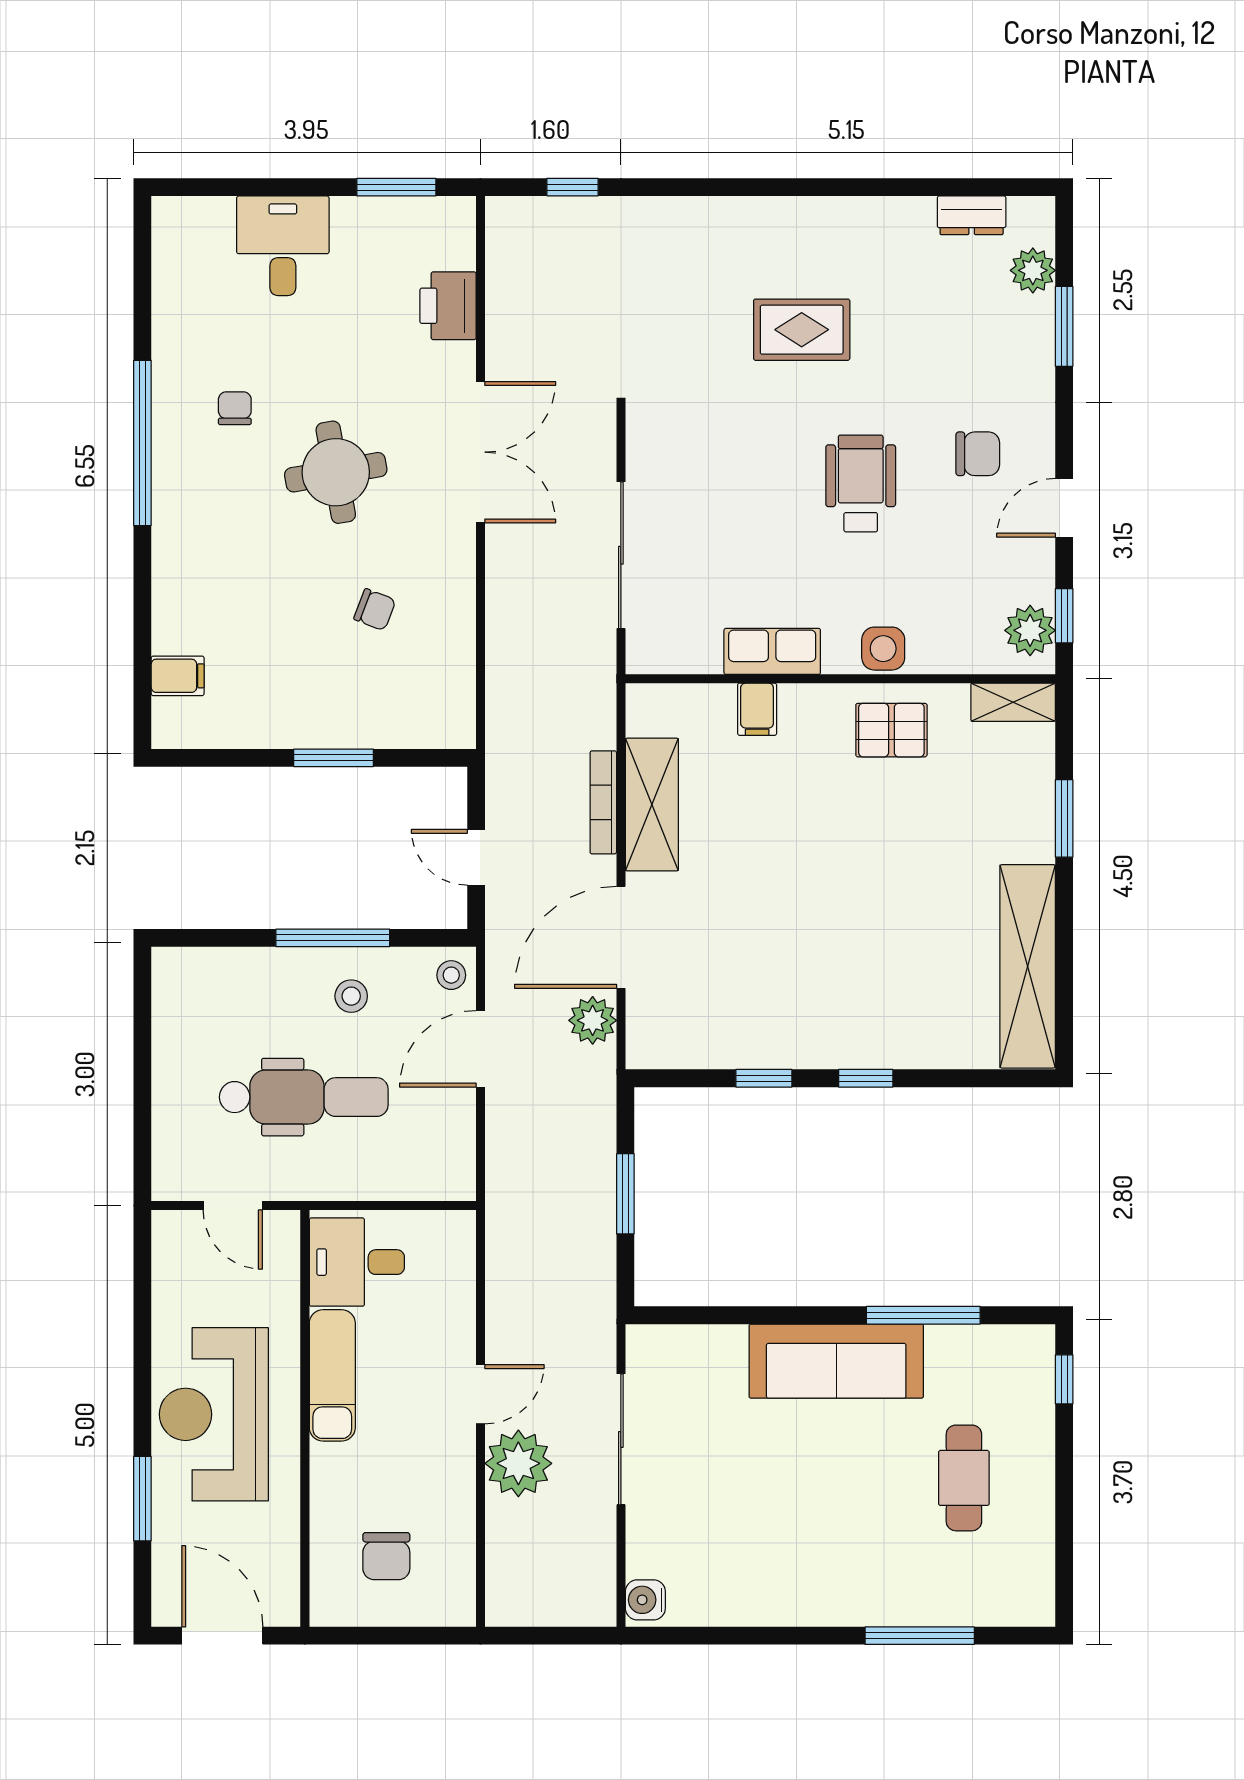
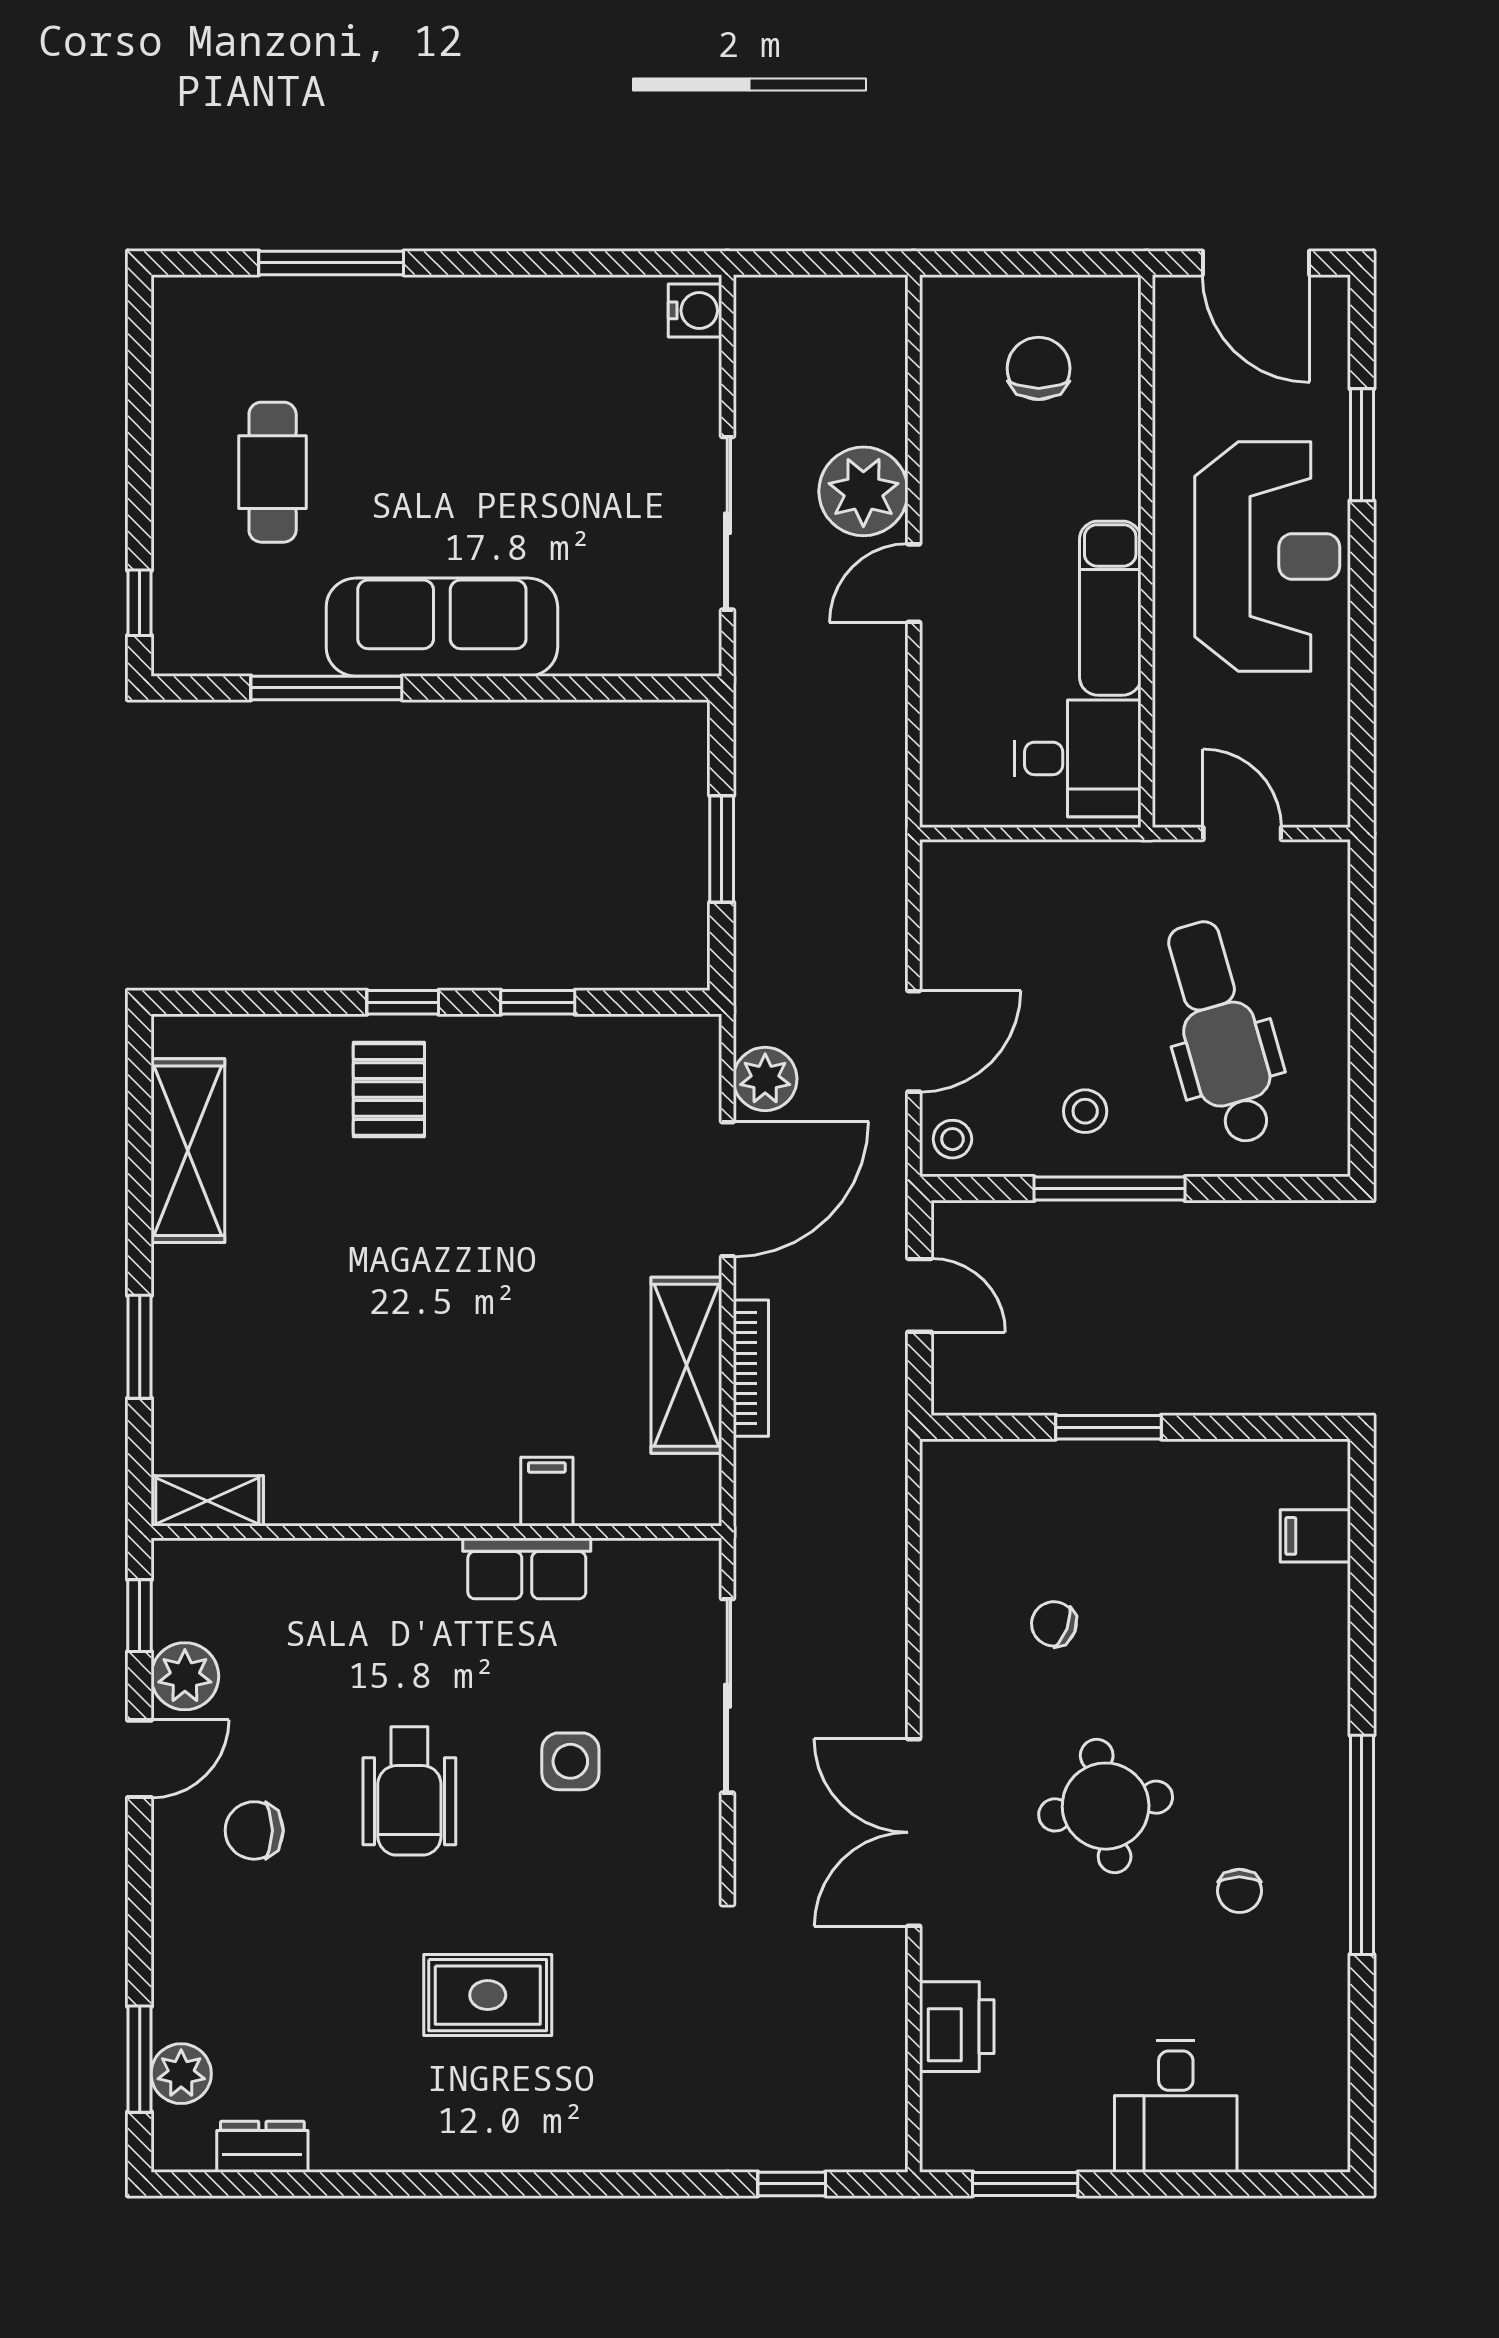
window: (1064, 326) -> (140, 2059), moved
plant: (1030, 630) -> (185, 1676), moved
side table: (883, 649) -> (570, 1761), moved
pallet: (891, 730) -> (389, 1090), moved, turned 90
shelving: (1028, 966) -> (188, 1151), width x0.68
dental chair: (304, 1097) -> (1221, 1033), moved, turned 74

